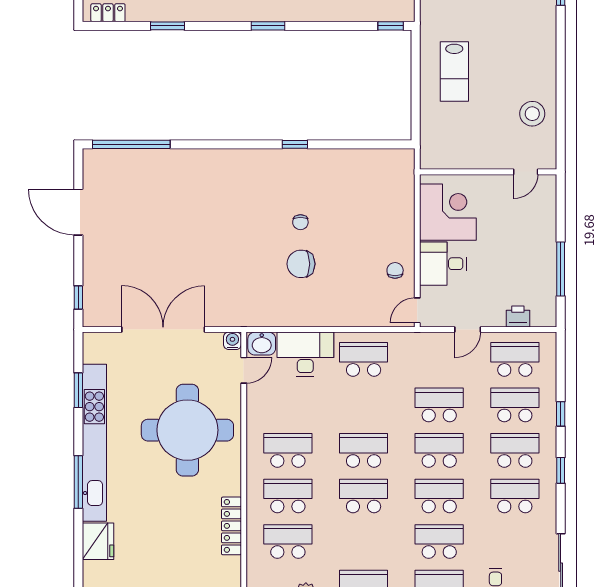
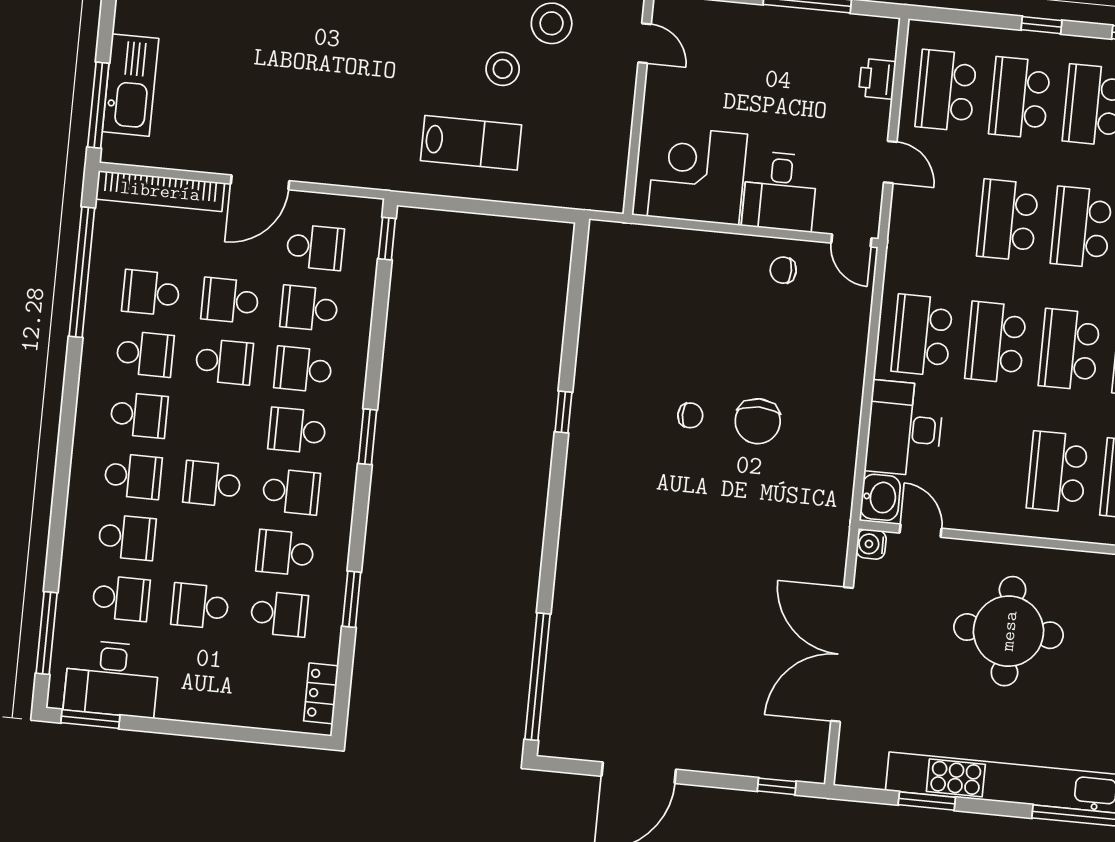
stool: (501, 86) -> (503, 69), added
school desk: (364, 405) -> (996, 342), added
round table: (187, 430) -> (1009, 631), width x0.73, depth x0.73

